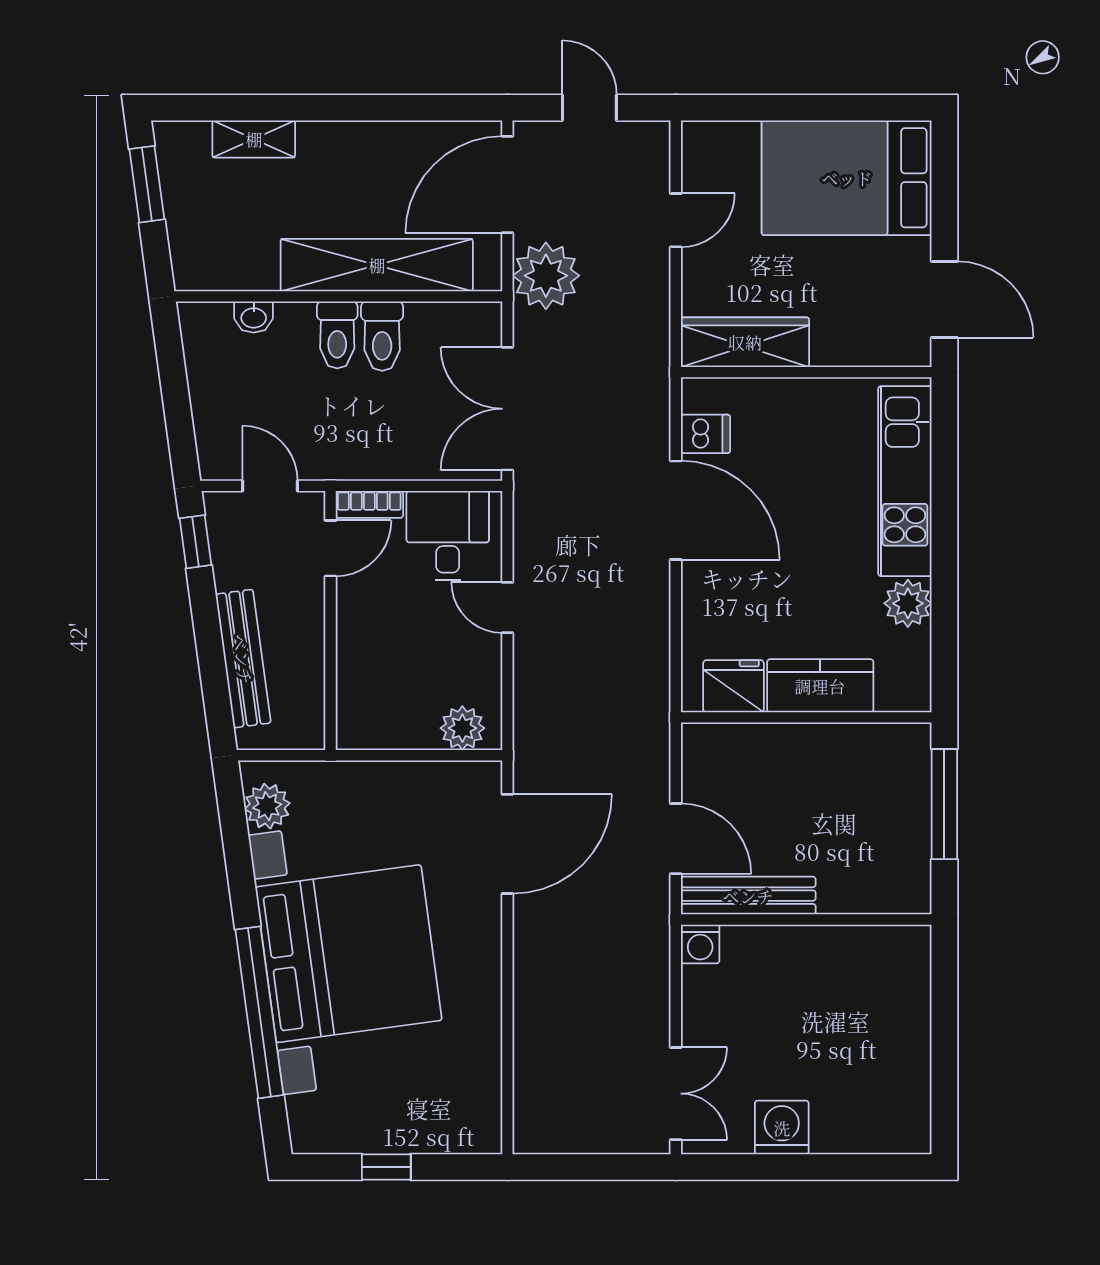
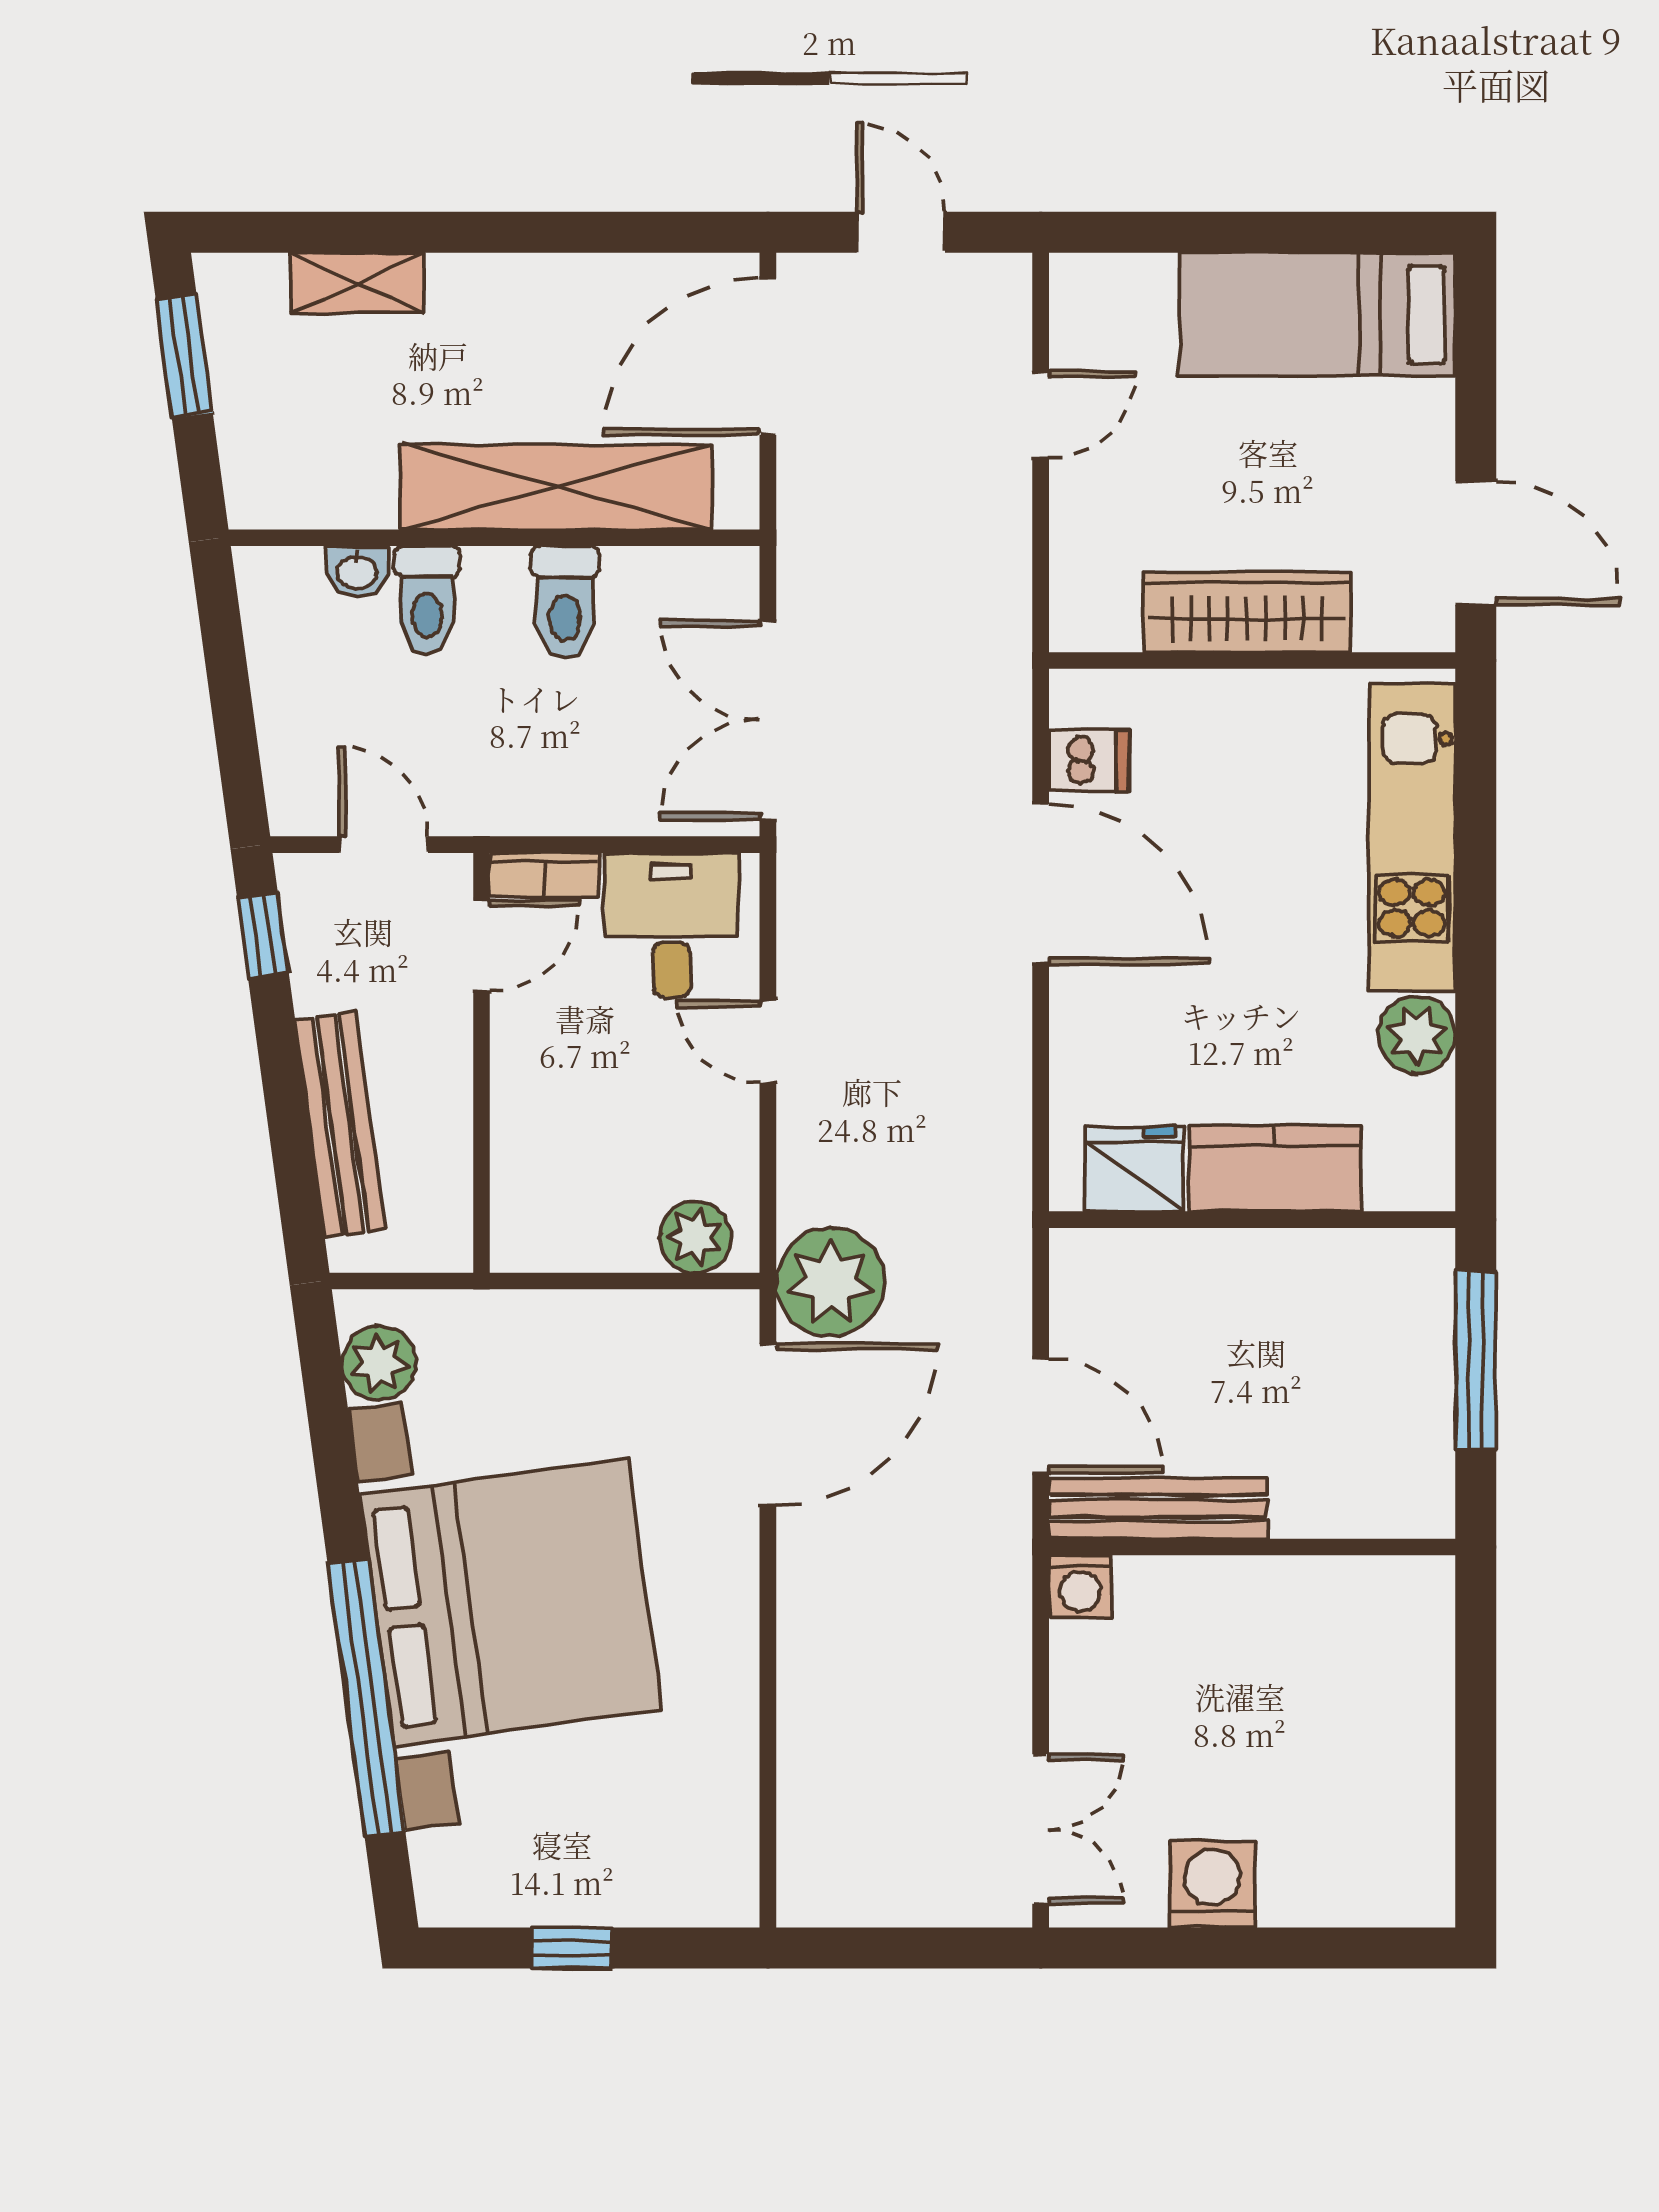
bed: (847, 178) -> (1318, 315), width x0.67
plant: (546, 276) -> (830, 1282), moved
toilet: (337, 335) -> (427, 600), moved
wardrobe: (745, 342) -> (1247, 612), moved

